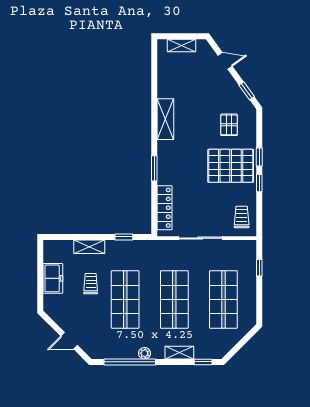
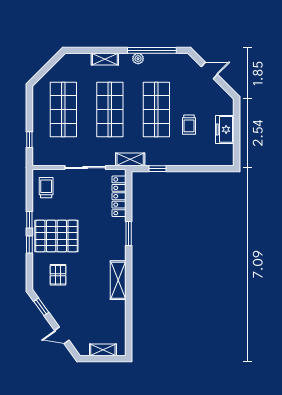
trolley: (242, 217) -> (46, 188), turned 180
shelving: (89, 247) -> (130, 159), moved
window: (203, 362) -> (82, 50), removed

